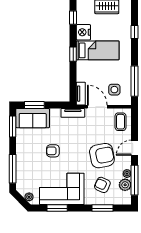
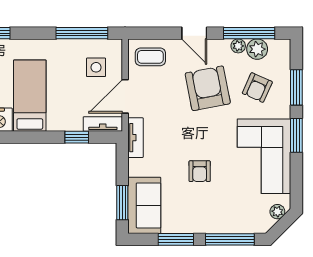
window: (73, 54) -> (77, 137), moved
window: (13, 127) -> (176, 239), moved
window: (57, 208) -> (296, 135), moved

